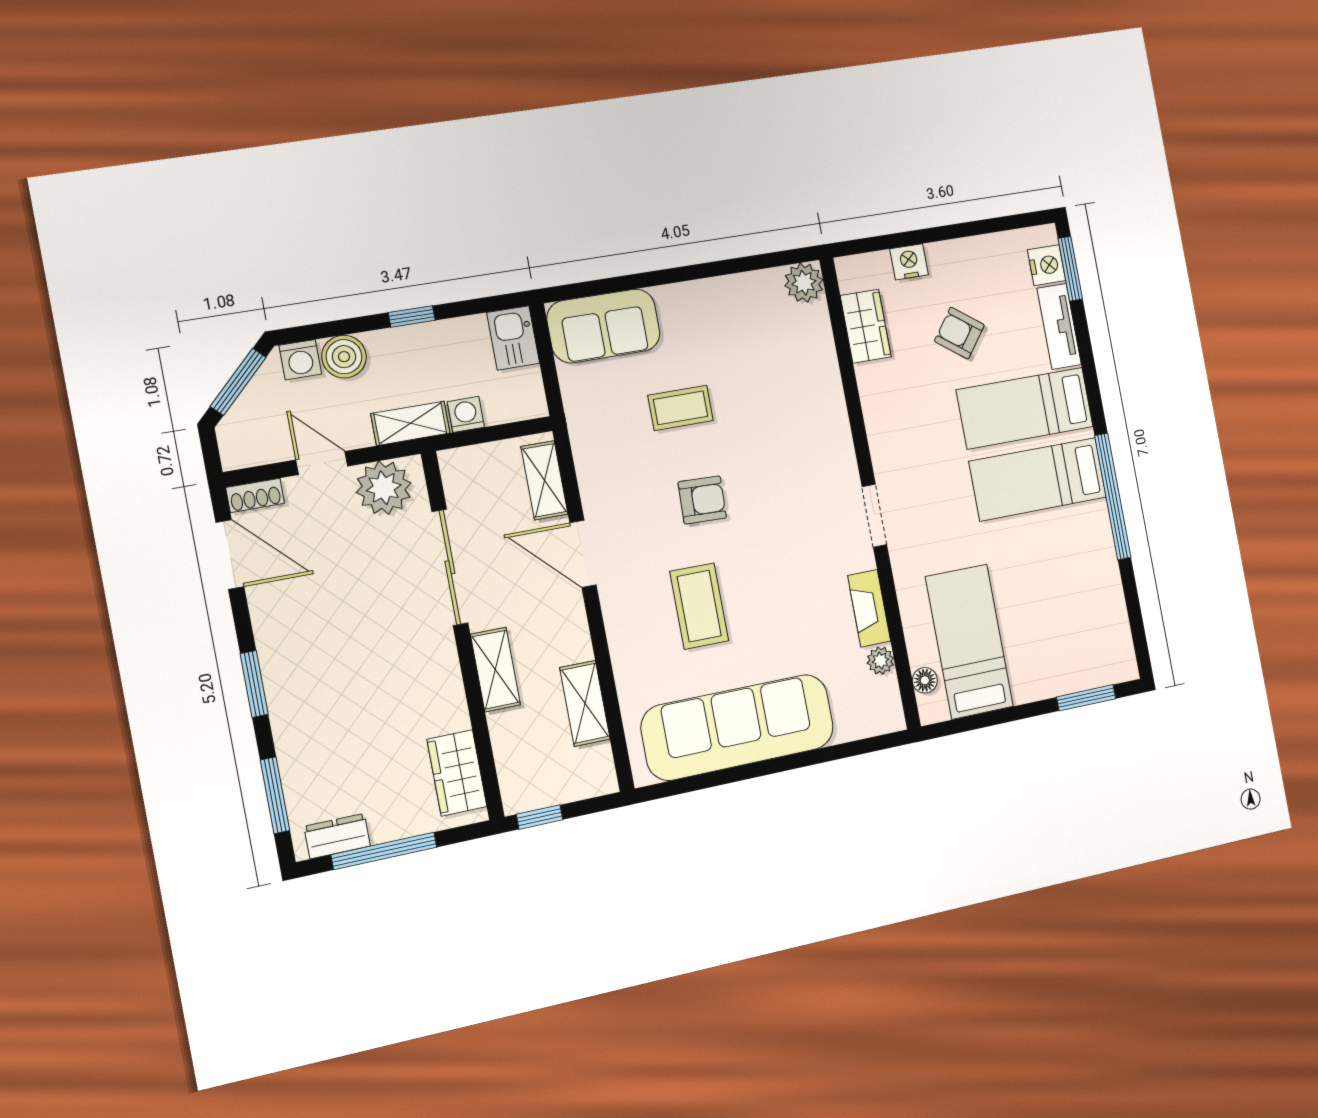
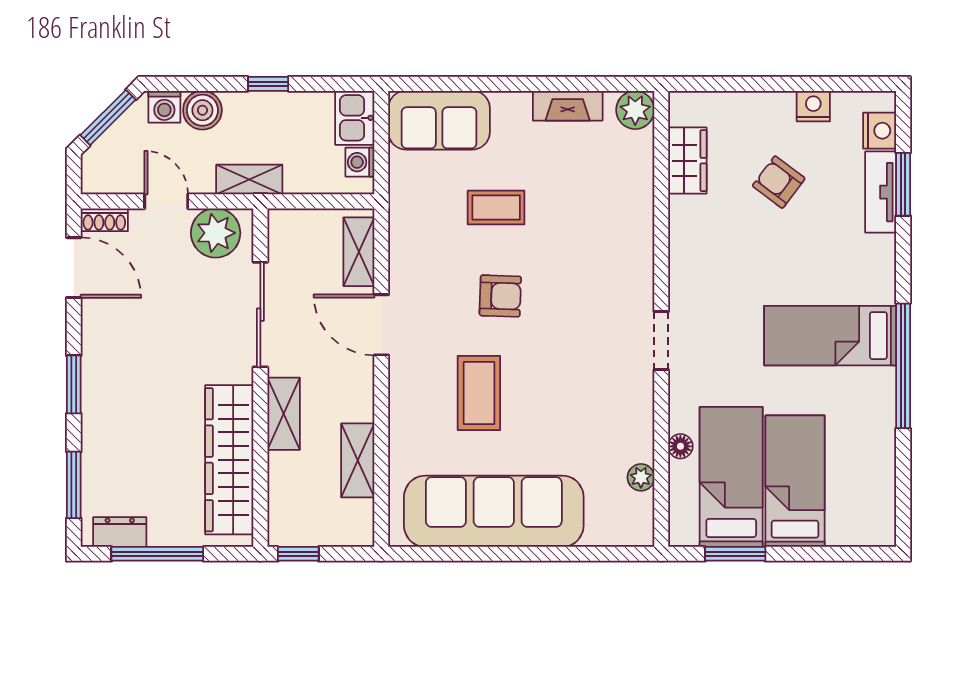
nightstand: (909, 262) -> (813, 106), moved
window: (1070, 269) -> (903, 184), moved
bed: (1025, 408) -> (795, 481), moved, turned 90
washing machine: (466, 414) -> (360, 162), moved, turned -90
fireplace: (869, 608) -> (568, 106), moved, turned -90
floor lamp: (925, 680) -> (680, 446), moved
window: (1086, 698) -> (735, 554), moved
wardrobe: (457, 773) -> (229, 460), width x2.10, depth x1.17

